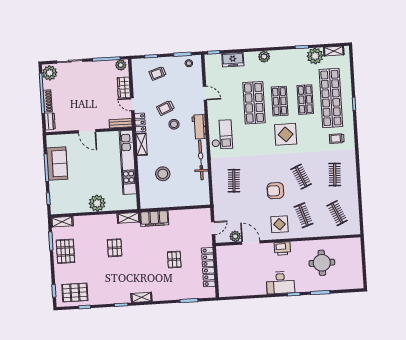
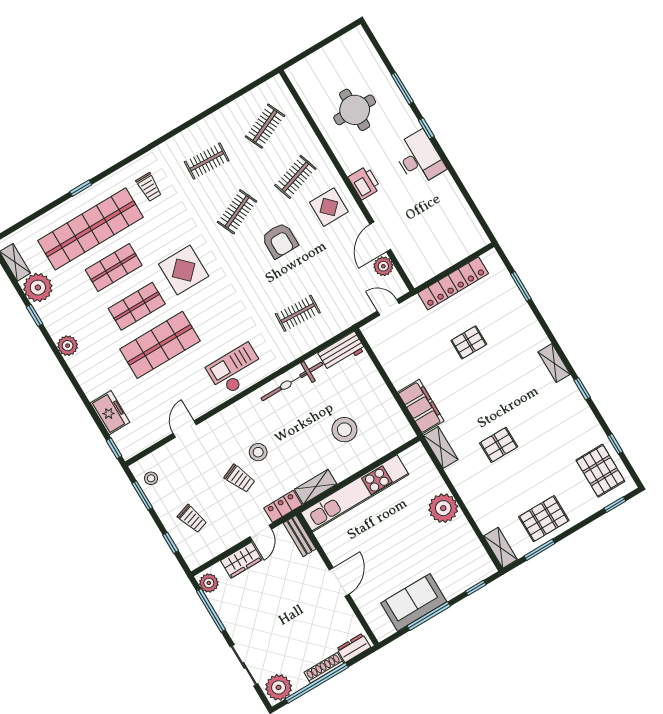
plant: (264, 57) -> (68, 346), moved
workbench: (199, 127) -> (342, 351), moved

